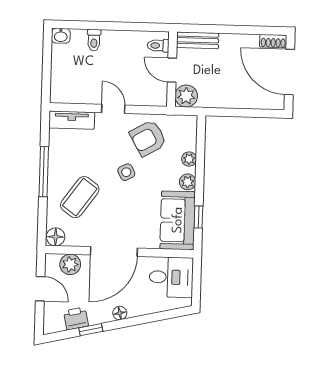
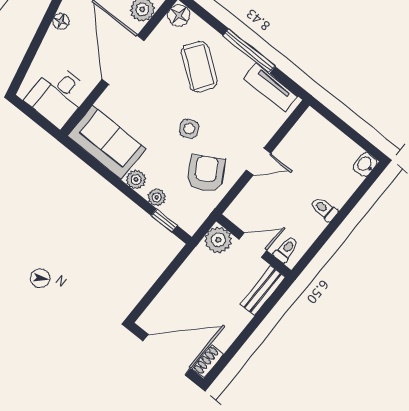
toilet: (94, 40) -> (324, 209), moved
tv unit: (72, 120) -> (271, 87), moved, turned -90
window: (198, 217) -> (164, 220), moved

